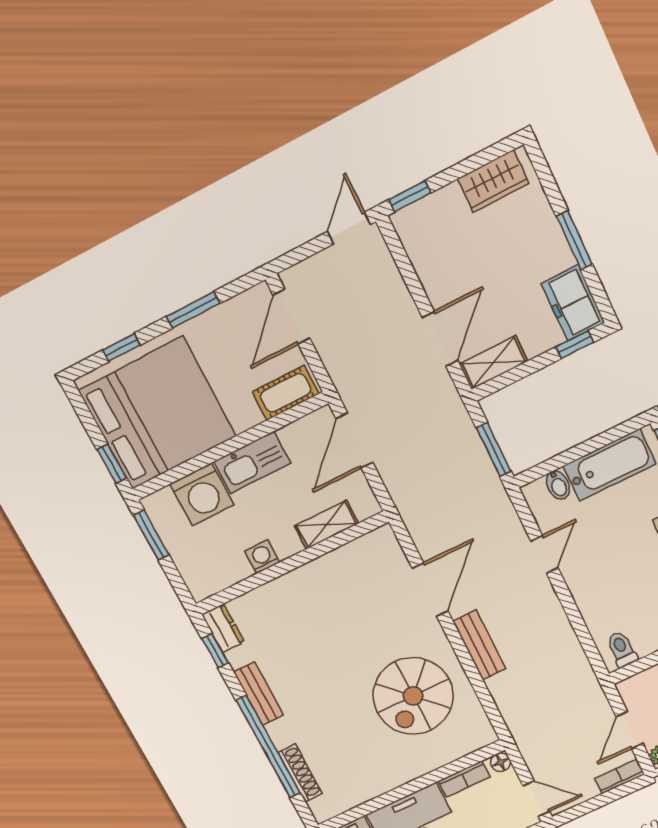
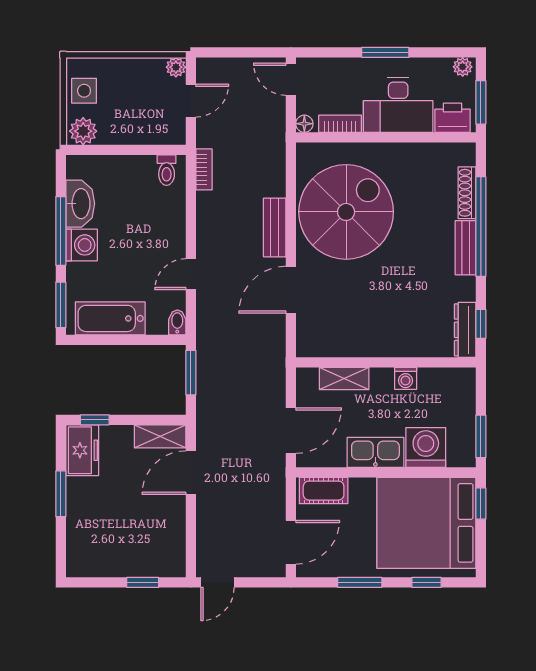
wardrobe: (493, 181) -> (99, 563), removed
window: (410, 196) -> (143, 582), moved
bidet: (558, 485) -> (177, 322), moved
dresser: (223, 628) -> (465, 330), width x1.44
bench: (259, 694) -> (465, 248), moved
spiral stairs: (413, 696) -> (346, 212), width x1.37, depth x1.37
bookcase: (620, 776) -> (204, 169), moved, turned -90

